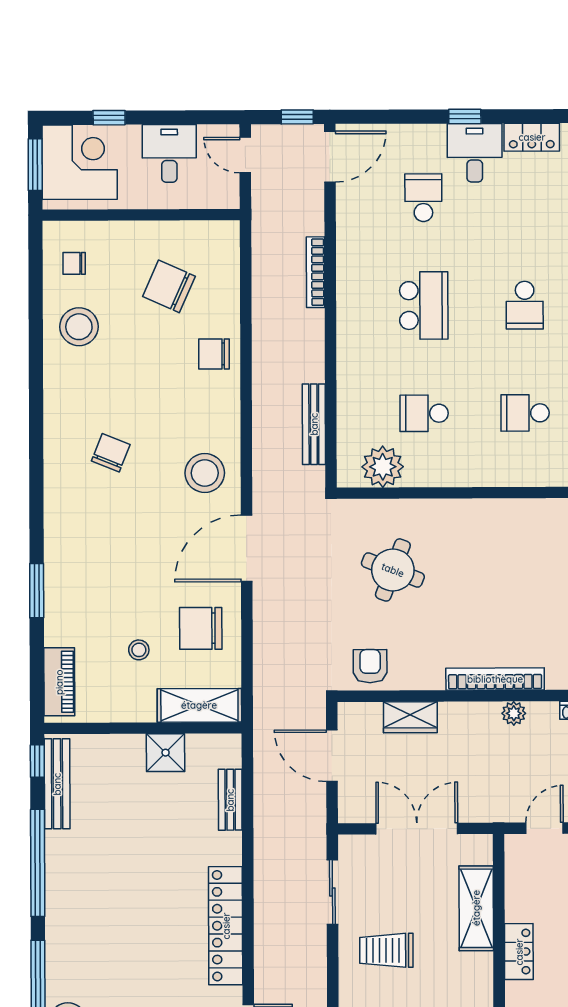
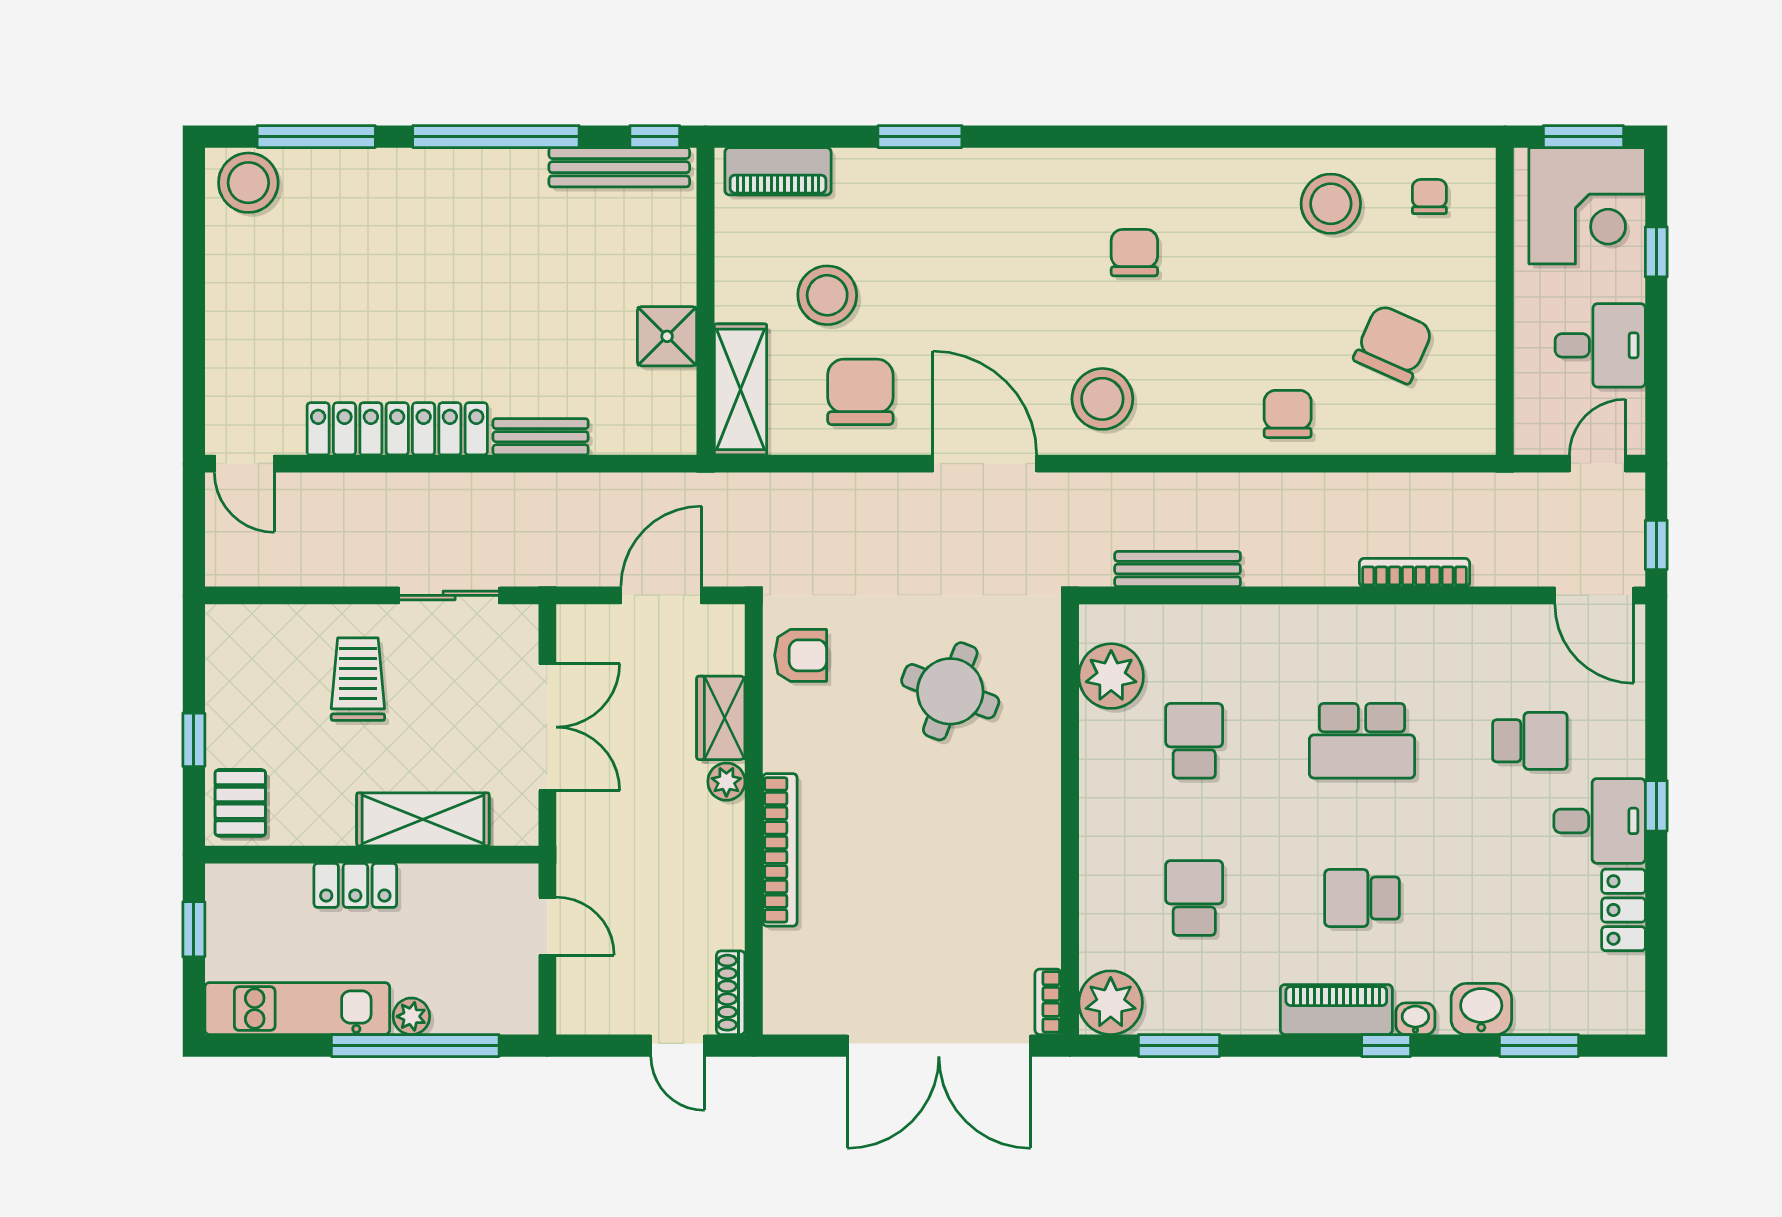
chair: (111, 453) -> (1134, 253), turned -112
stool: (139, 650) -> (827, 295), width x1.89, depth x1.89
plant: (514, 713) -> (726, 782), moved
bench: (230, 800) -> (541, 437), moved

